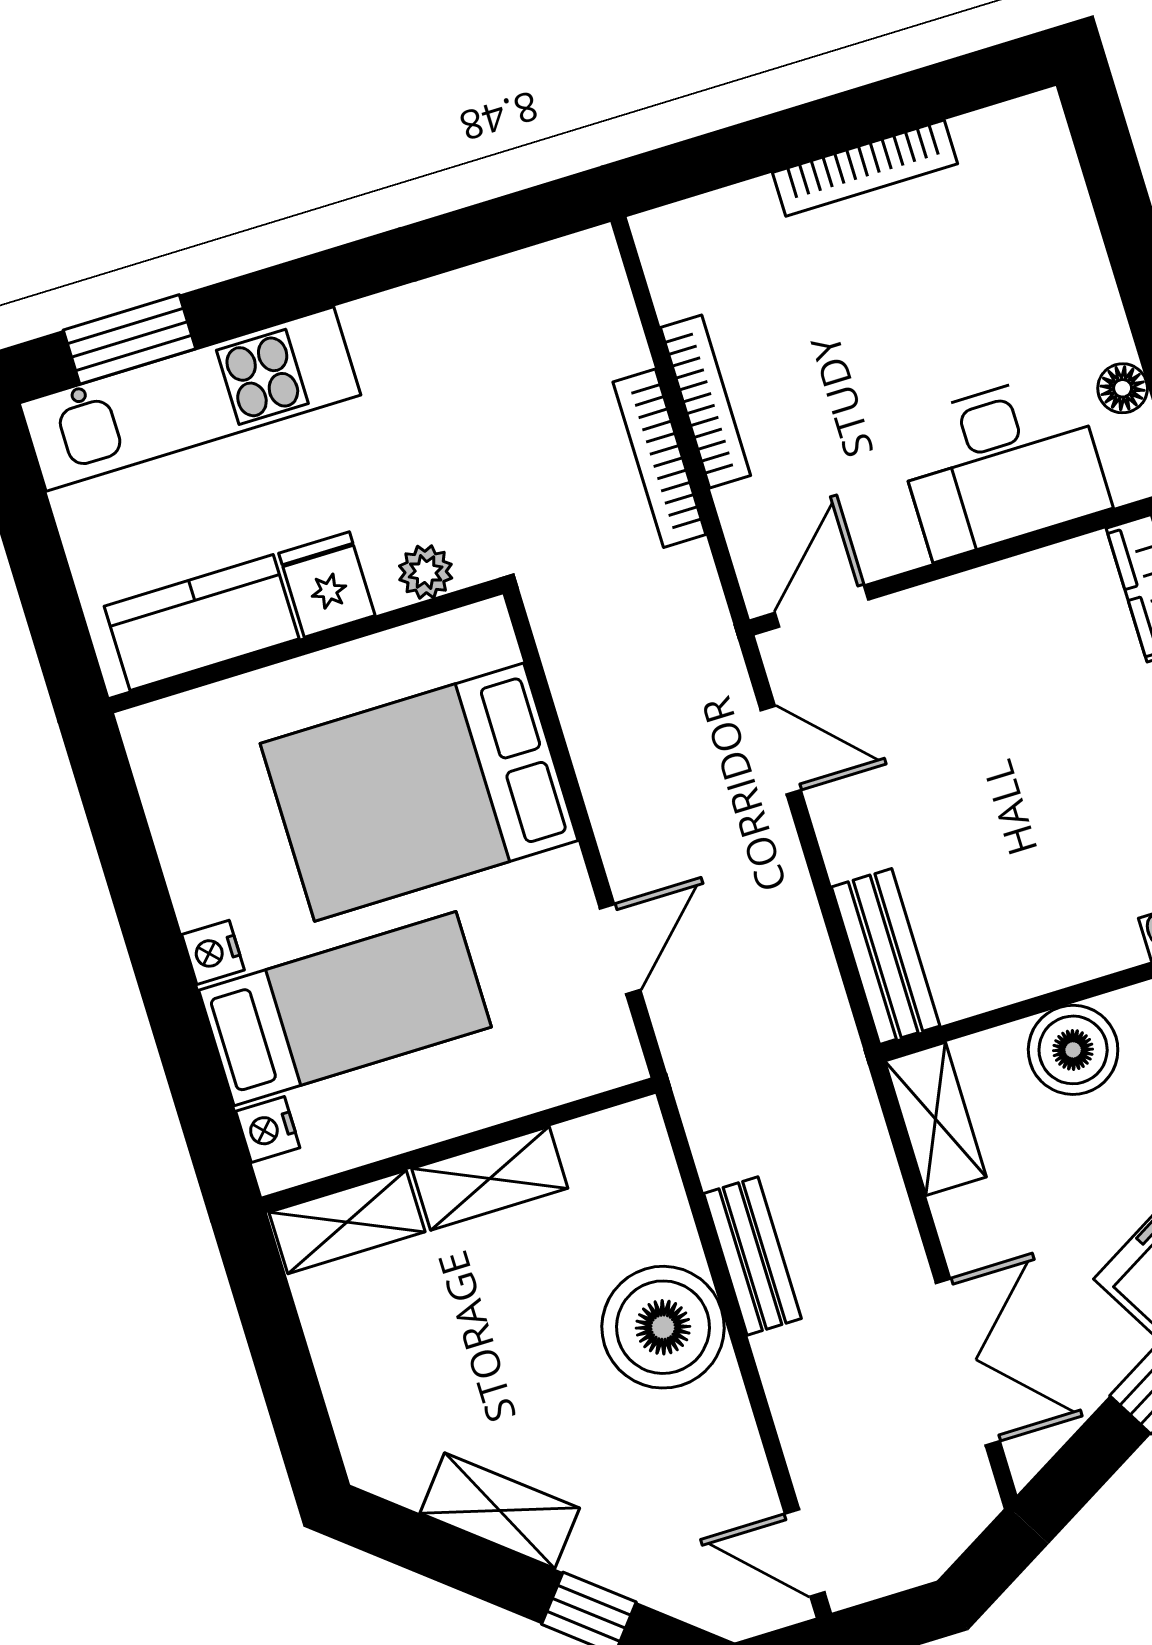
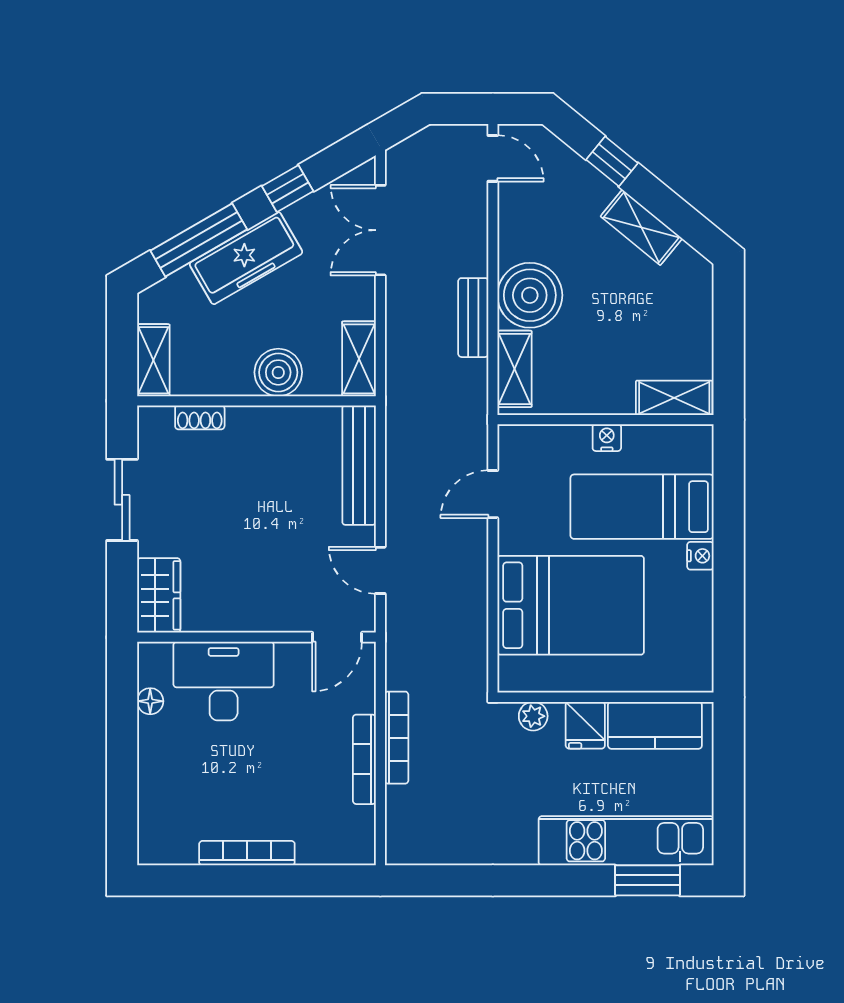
bench: (886, 956) -> (359, 465), width x1.36
nightstand: (268, 1130) -> (607, 438), moved, turned -90
shelving: (490, 1178) -> (515, 369), moved, turned 90

